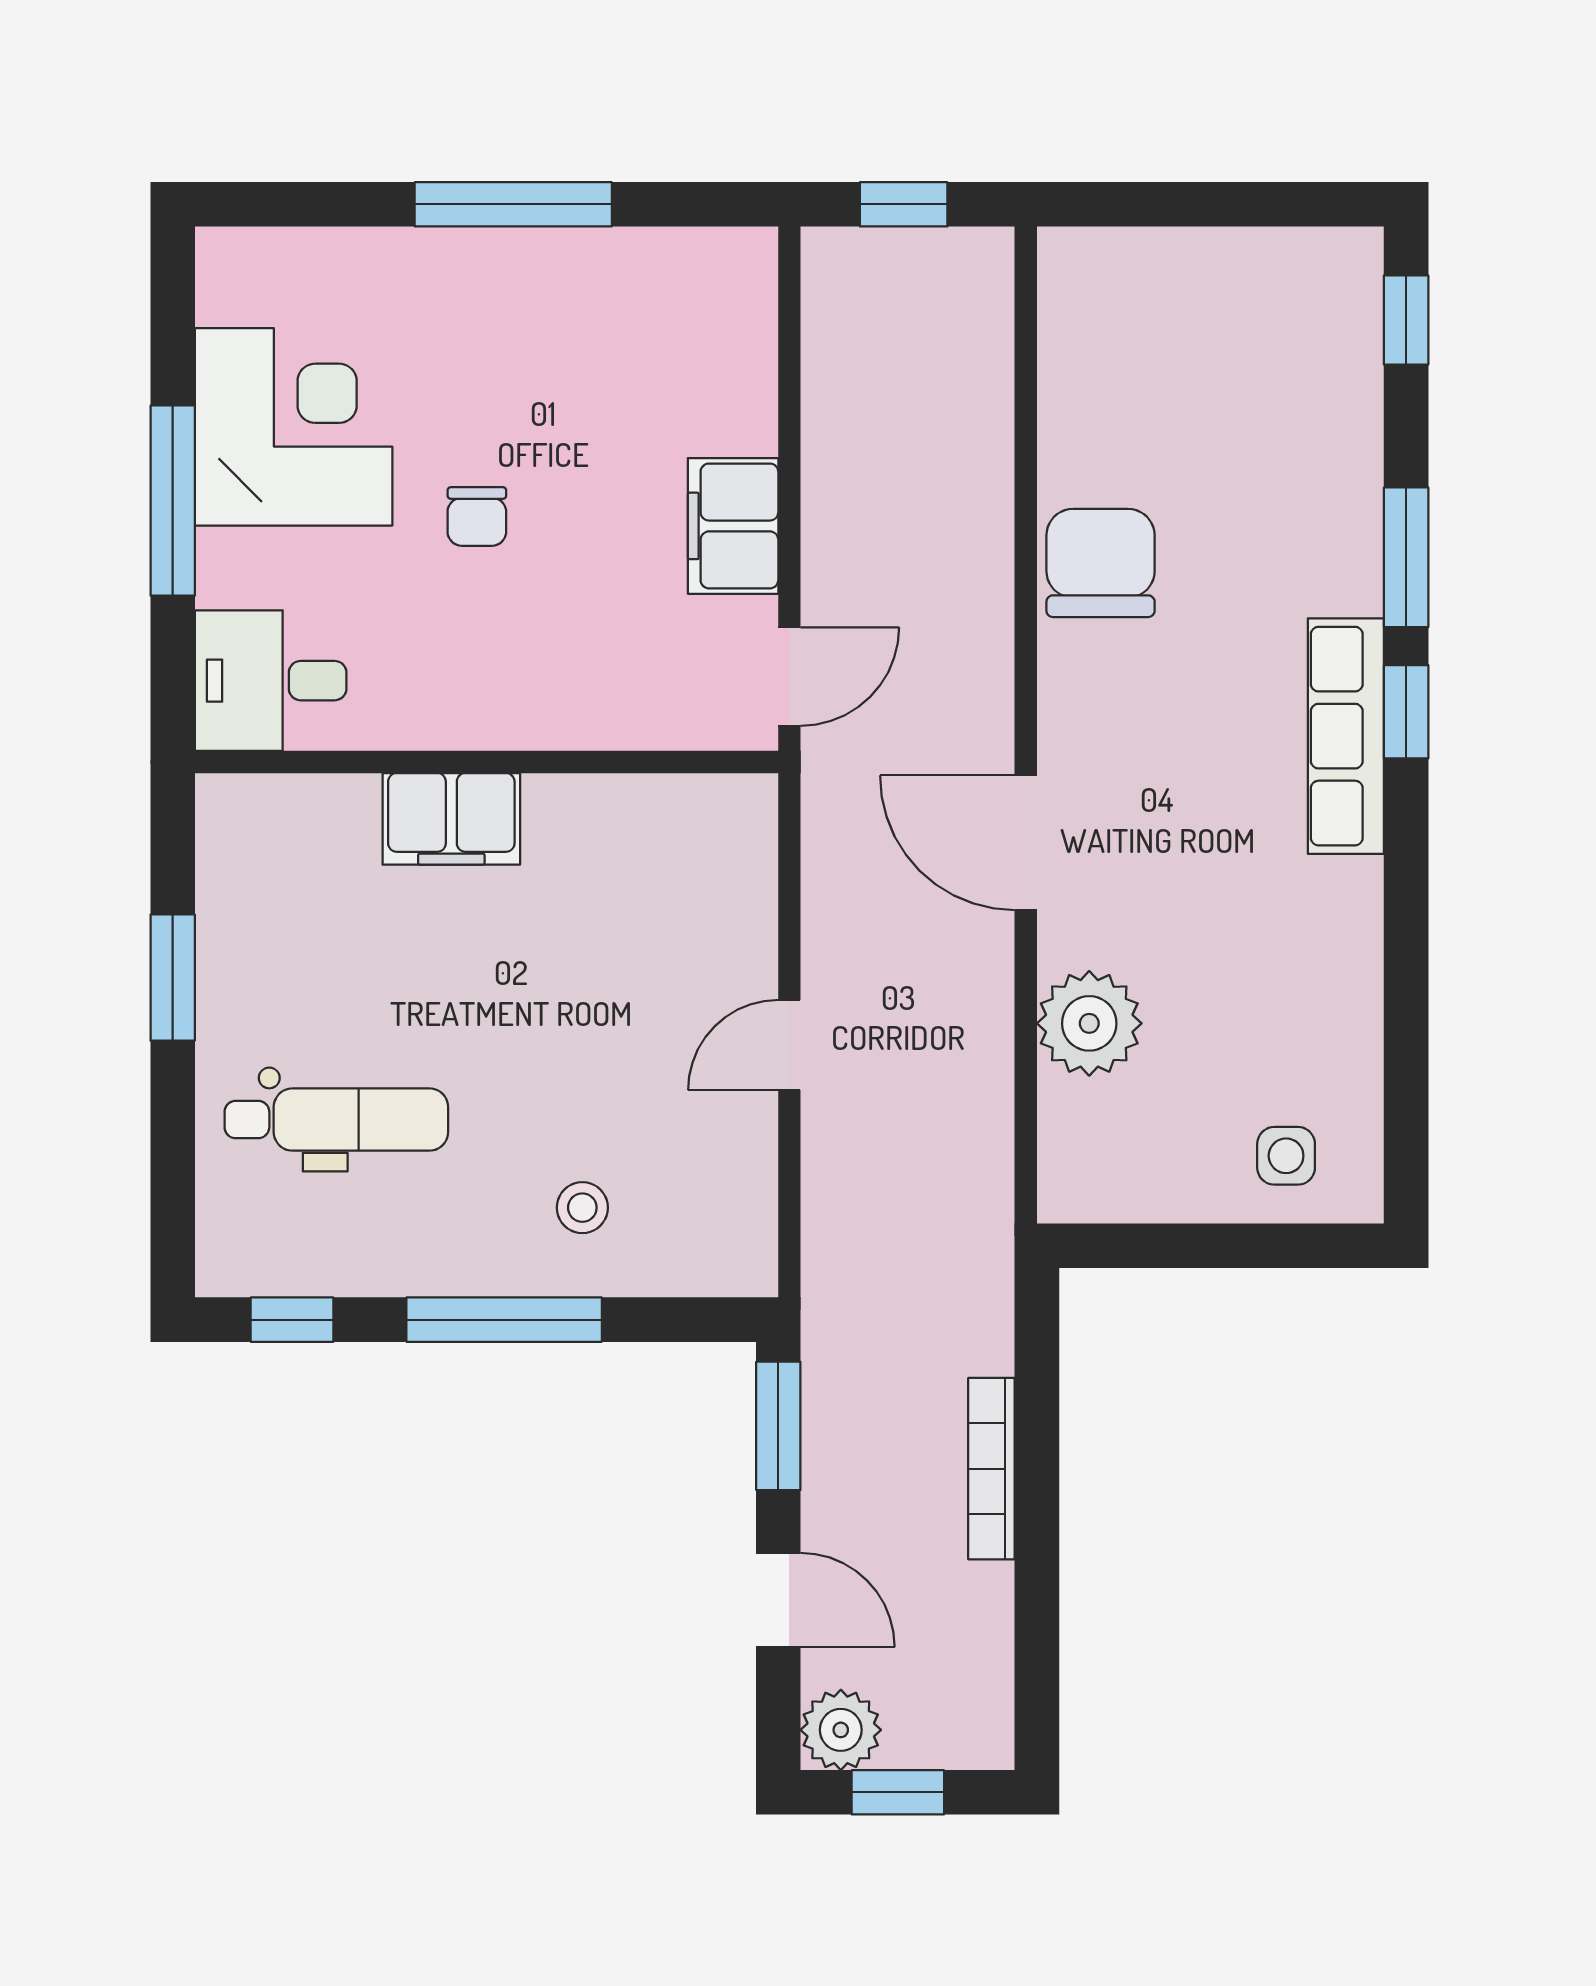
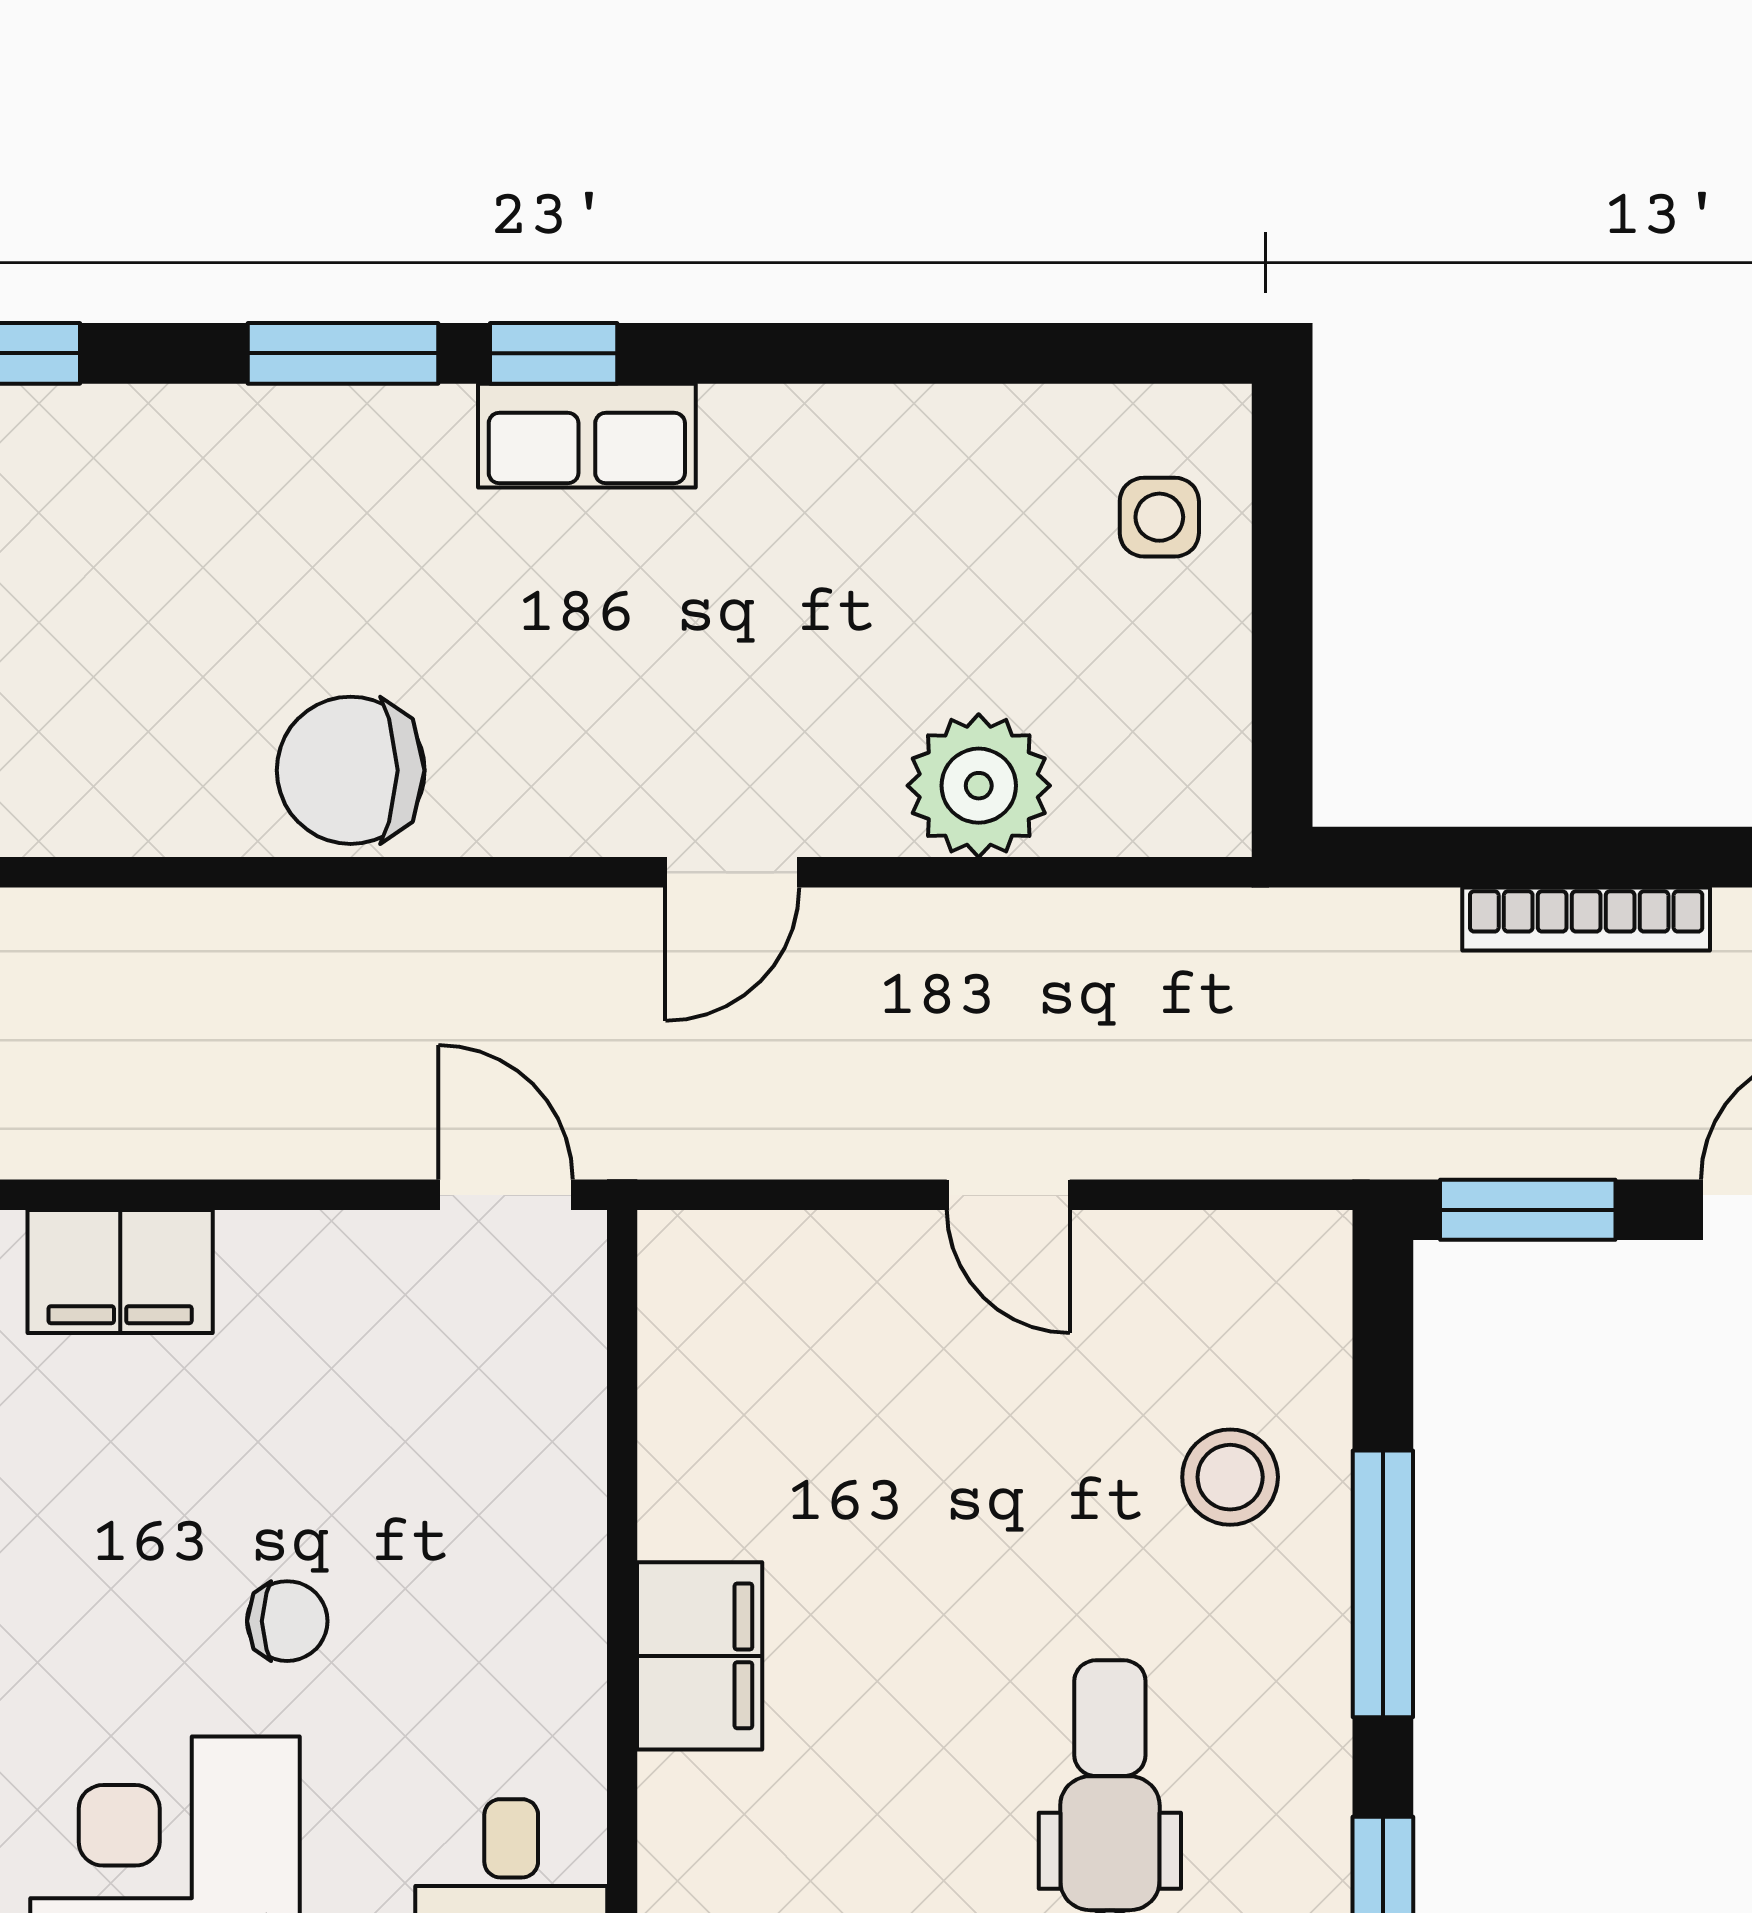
filing cabinet: (733, 526) -> (120, 1271), moved
row of seats: (1346, 736) -> (587, 436), width x0.68
door: (1026, 843) -> (732, 872), width x0.73
stool: (582, 1208) -> (1230, 1477), width x1.37, depth x1.37

